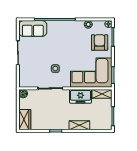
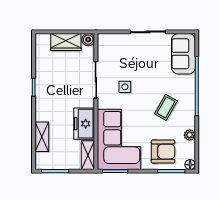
coffee table: (69, 41) -> (166, 107), added
wardrobe: (25, 120) -> (66, 42), moved
shelving: (79, 125) -> (42, 137), moved

